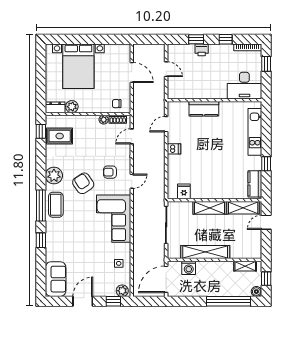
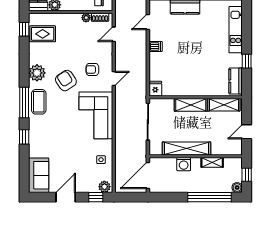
fridge: (184, 191) -> (155, 89), moved
door: (266, 222) -> (247, 132), moved
shelving: (245, 266) -> (212, 162), moved
washing machine: (189, 268) -> (184, 164), moved

